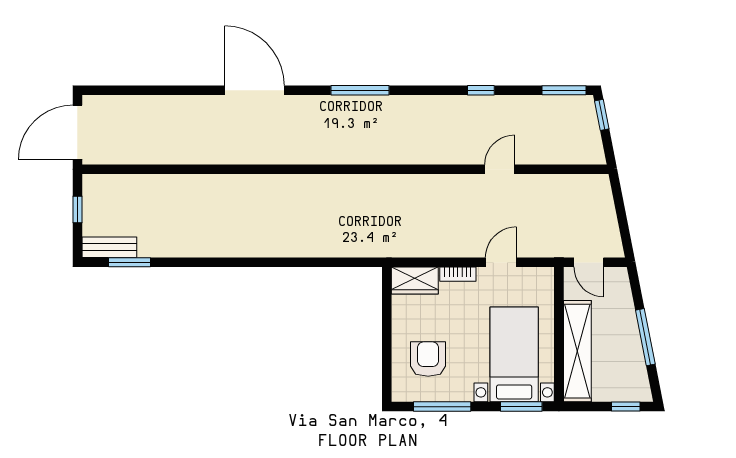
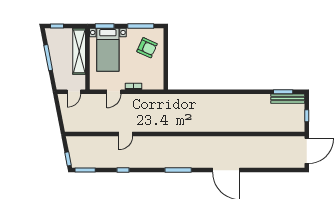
door: (500, 169) -> (126, 134), moved
bench: (109, 247) -> (288, 99), width x1.36
door: (589, 262) -> (74, 92), swing flipped
wardrobe: (415, 281) -> (153, 83), removed
armchair: (428, 359) -> (147, 48), turned -66

